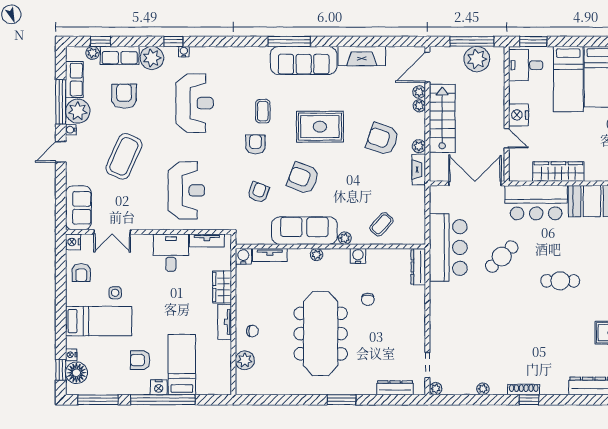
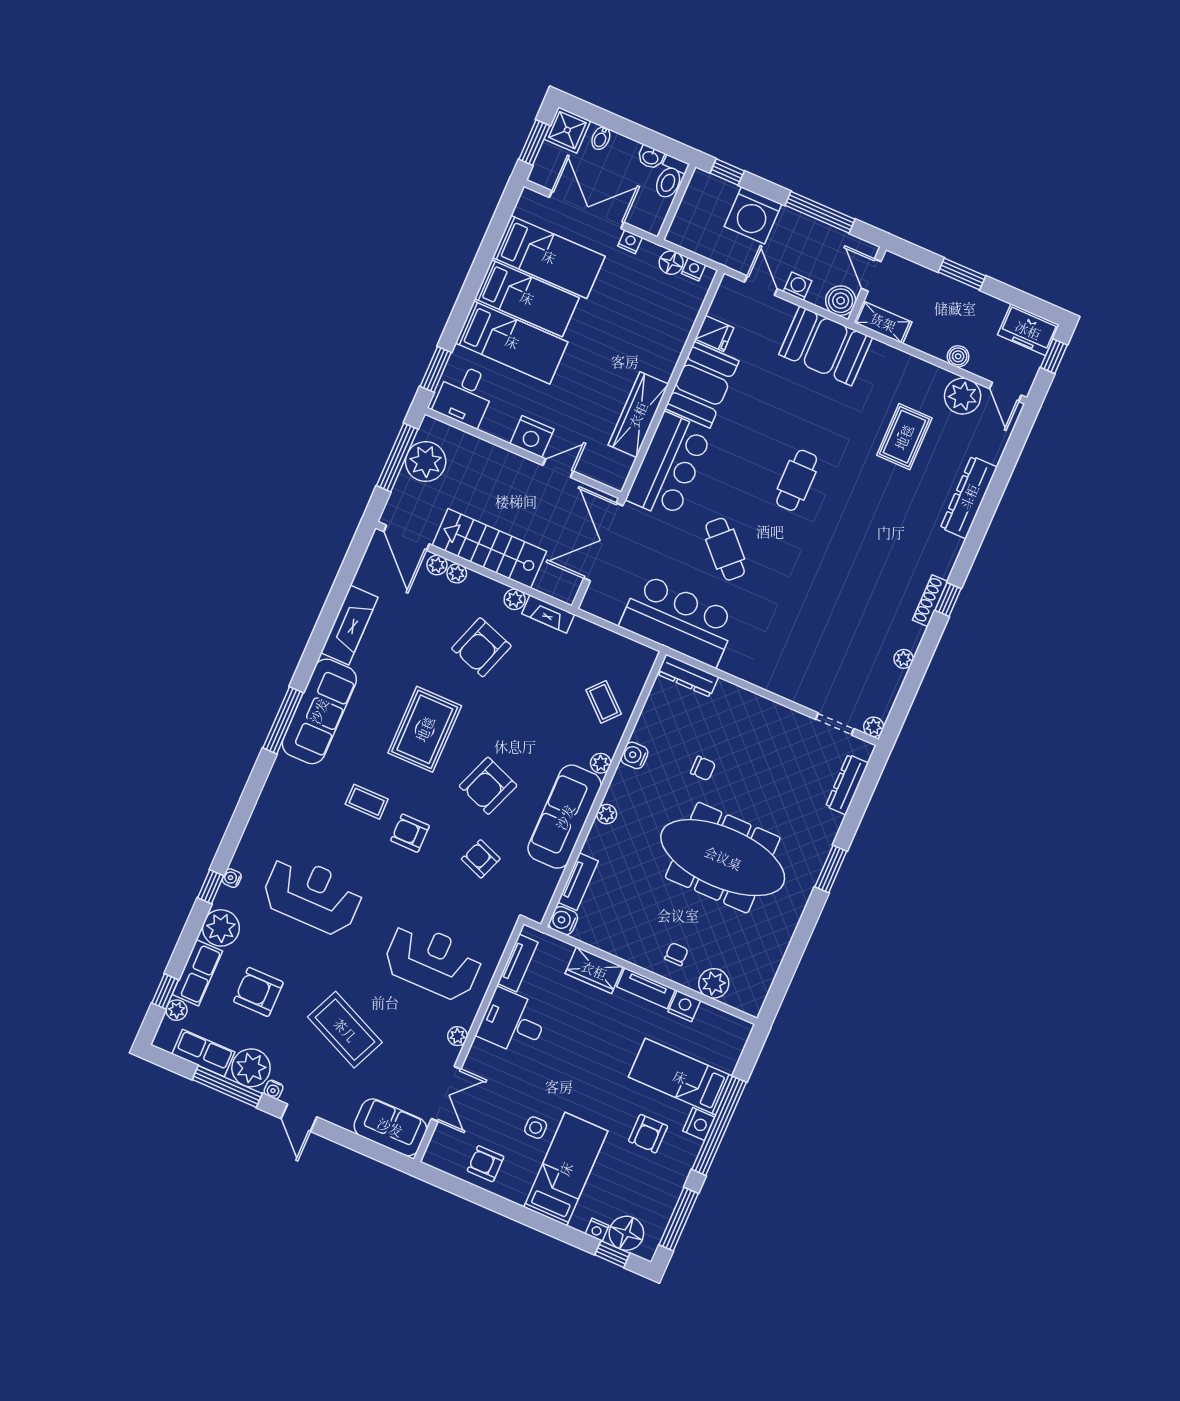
plant: (149, 224) -> (458, 1036), added
nightstand: (73, 242) -> (684, 1006), moved, turned 180
armchair: (81, 273) -> (486, 1164), turned 180

